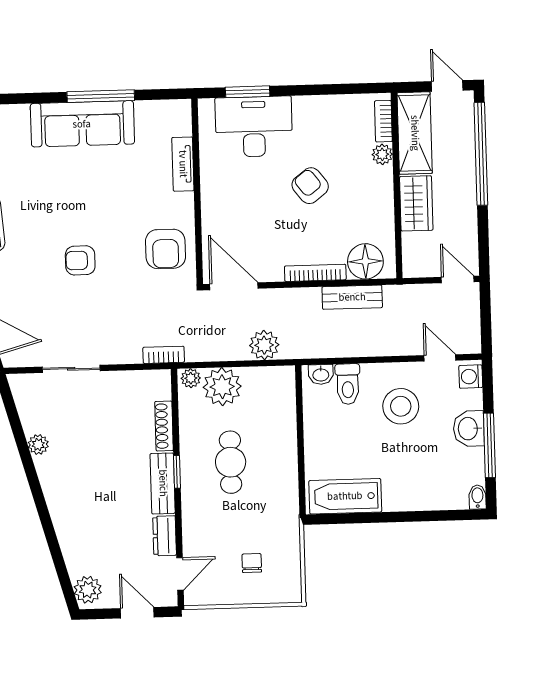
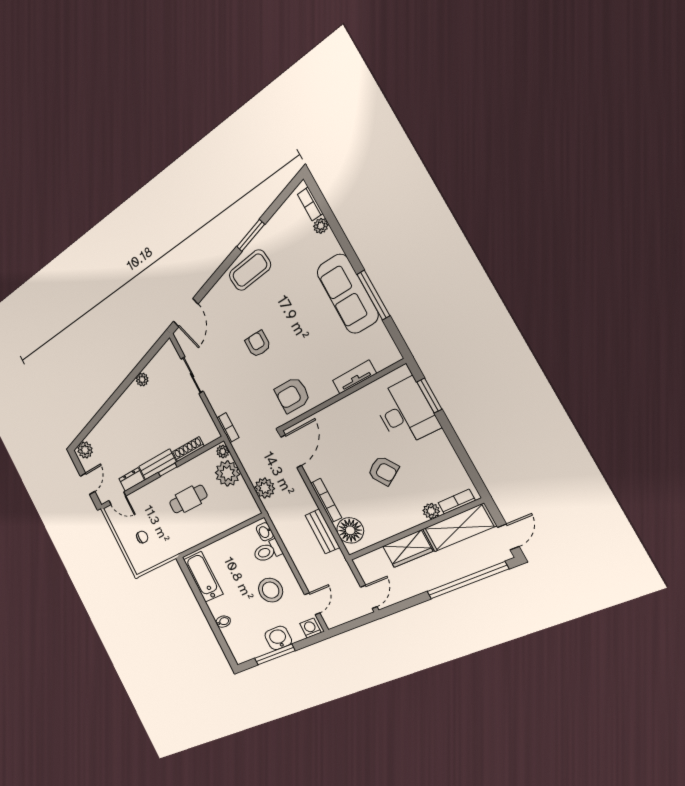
armchair: (310, 186) -> (383, 471), turned 94
bidet: (477, 497) -> (223, 622), moved

